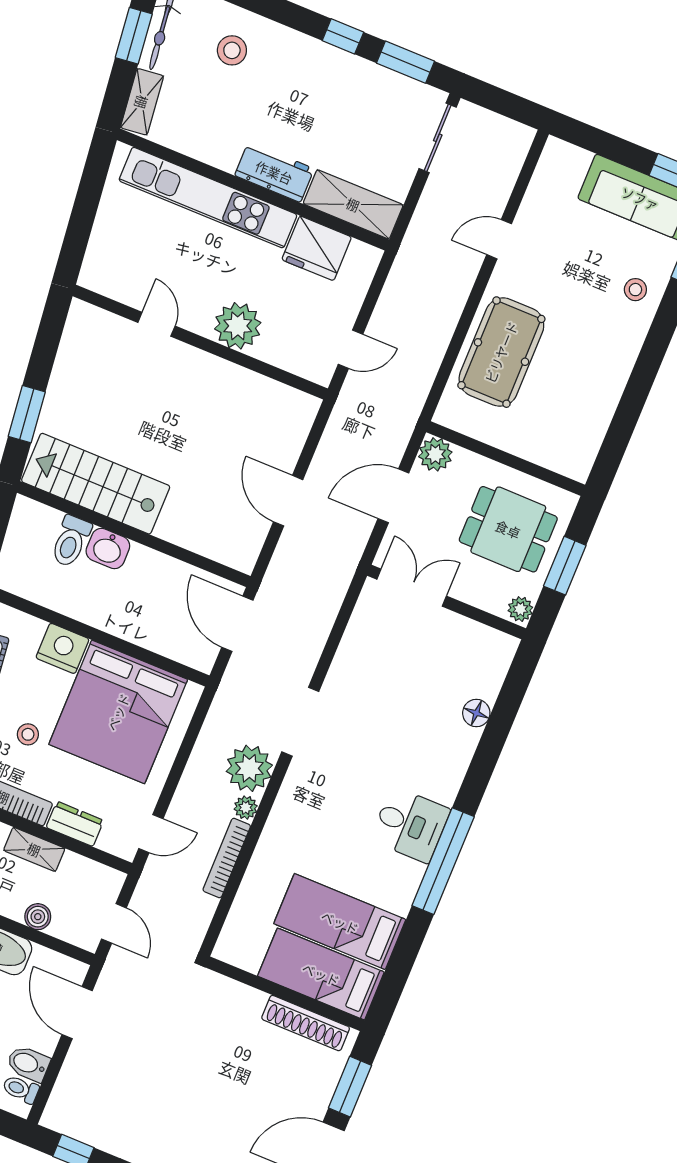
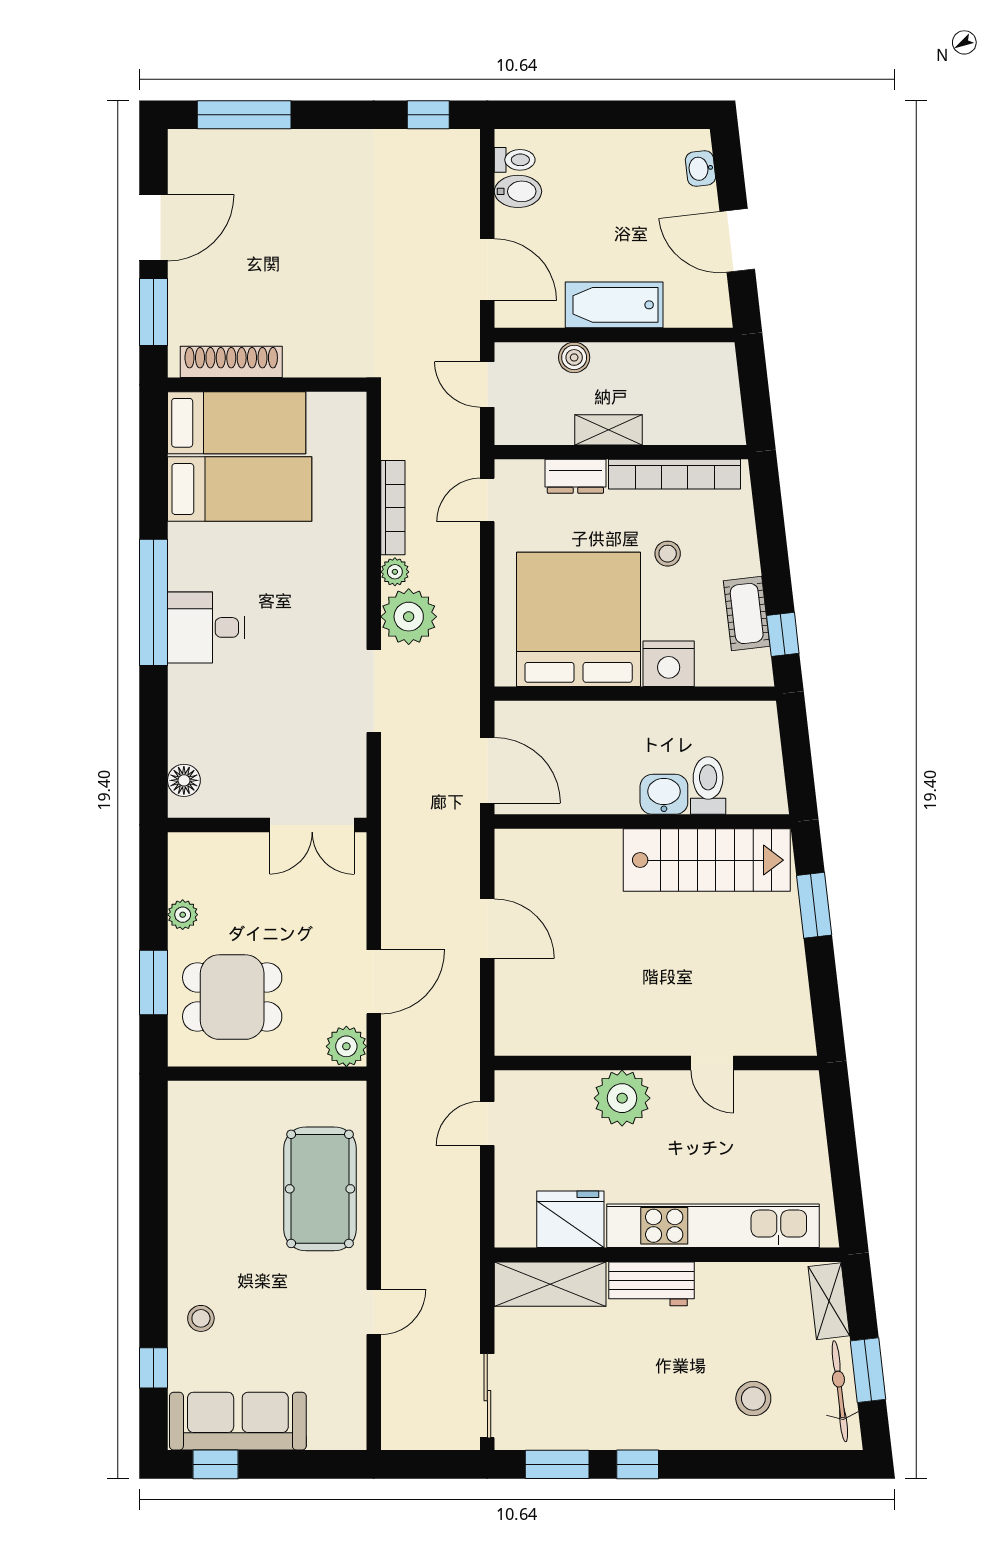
double door: (412, 588) -> (312, 825), moved
wall: (447, 602) -> (267, 825), moved

